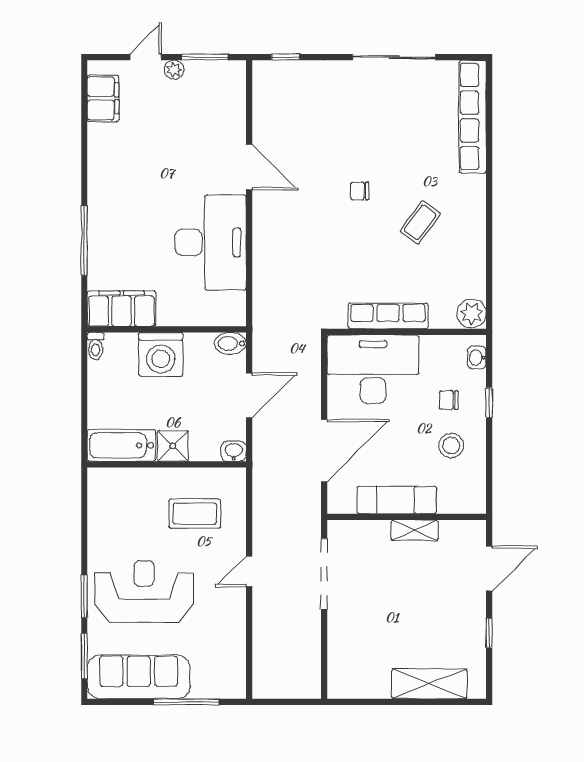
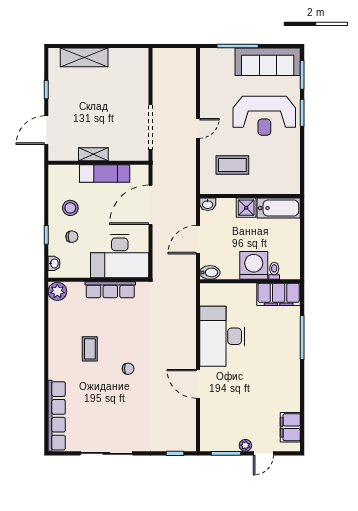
coffee table: (420, 222) -> (90, 349), turned -36
toilet: (96, 346) -> (274, 271), moved

